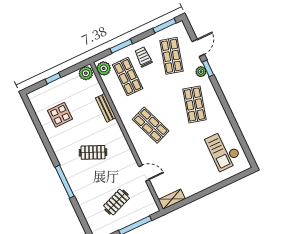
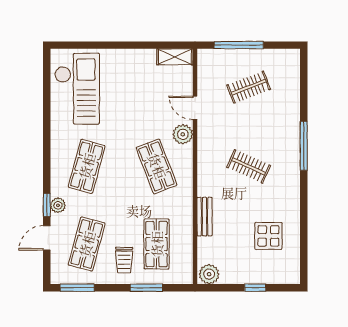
plant: (104, 68) -> (183, 134), moved
checkout: (223, 150) -> (77, 89), width x1.36, depth x1.21

